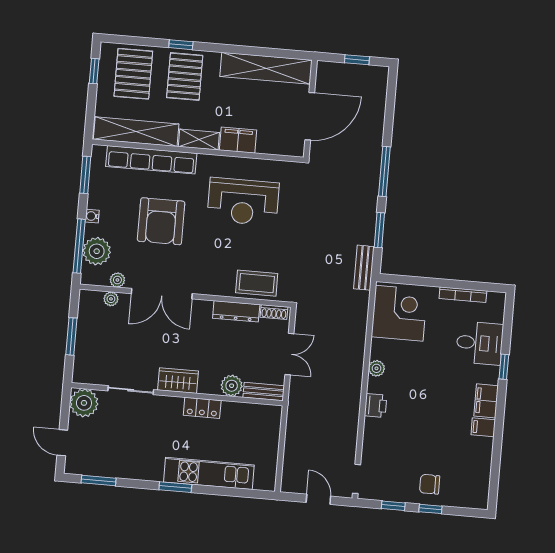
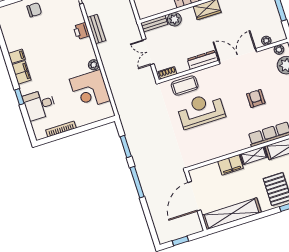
reception desk: (243, 202) -> (201, 110), moved
armchair: (161, 221) -> (256, 98), width x0.53, depth x0.53
bench: (364, 268) -> (96, 29), moved
plant: (117, 280) -> (279, 50), moved
dresser: (236, 311) -> (203, 60), moved
corner desk: (399, 313) -> (90, 90), moved
printer: (376, 406) -> (81, 31), moved

